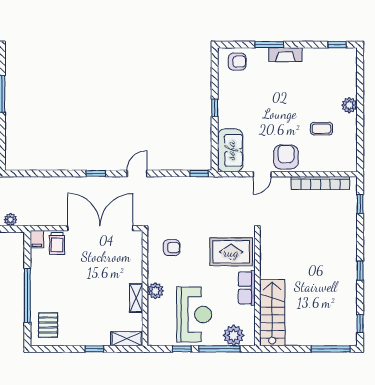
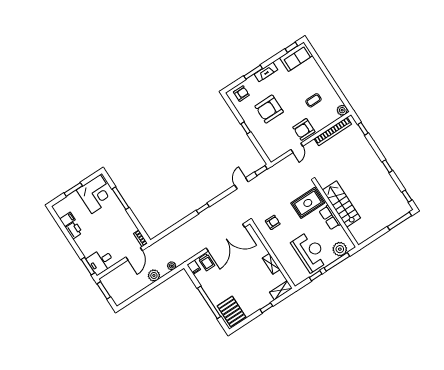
armchair: (259, 103) -> (269, 109), added
plant: (349, 105) -> (342, 110), moved
sofa: (230, 150) -> (296, 57), moved, turned 90
armchair: (286, 157) -> (304, 129), turned -90
door: (137, 173) -> (241, 183), moved
double door: (100, 228) -> (225, 238), swing flipped
plant: (155, 291) -> (279, 253), removed
stairs: (272, 313) -> (341, 204), moved
pallet: (48, 325) -> (231, 311), width x1.50, depth x1.42

